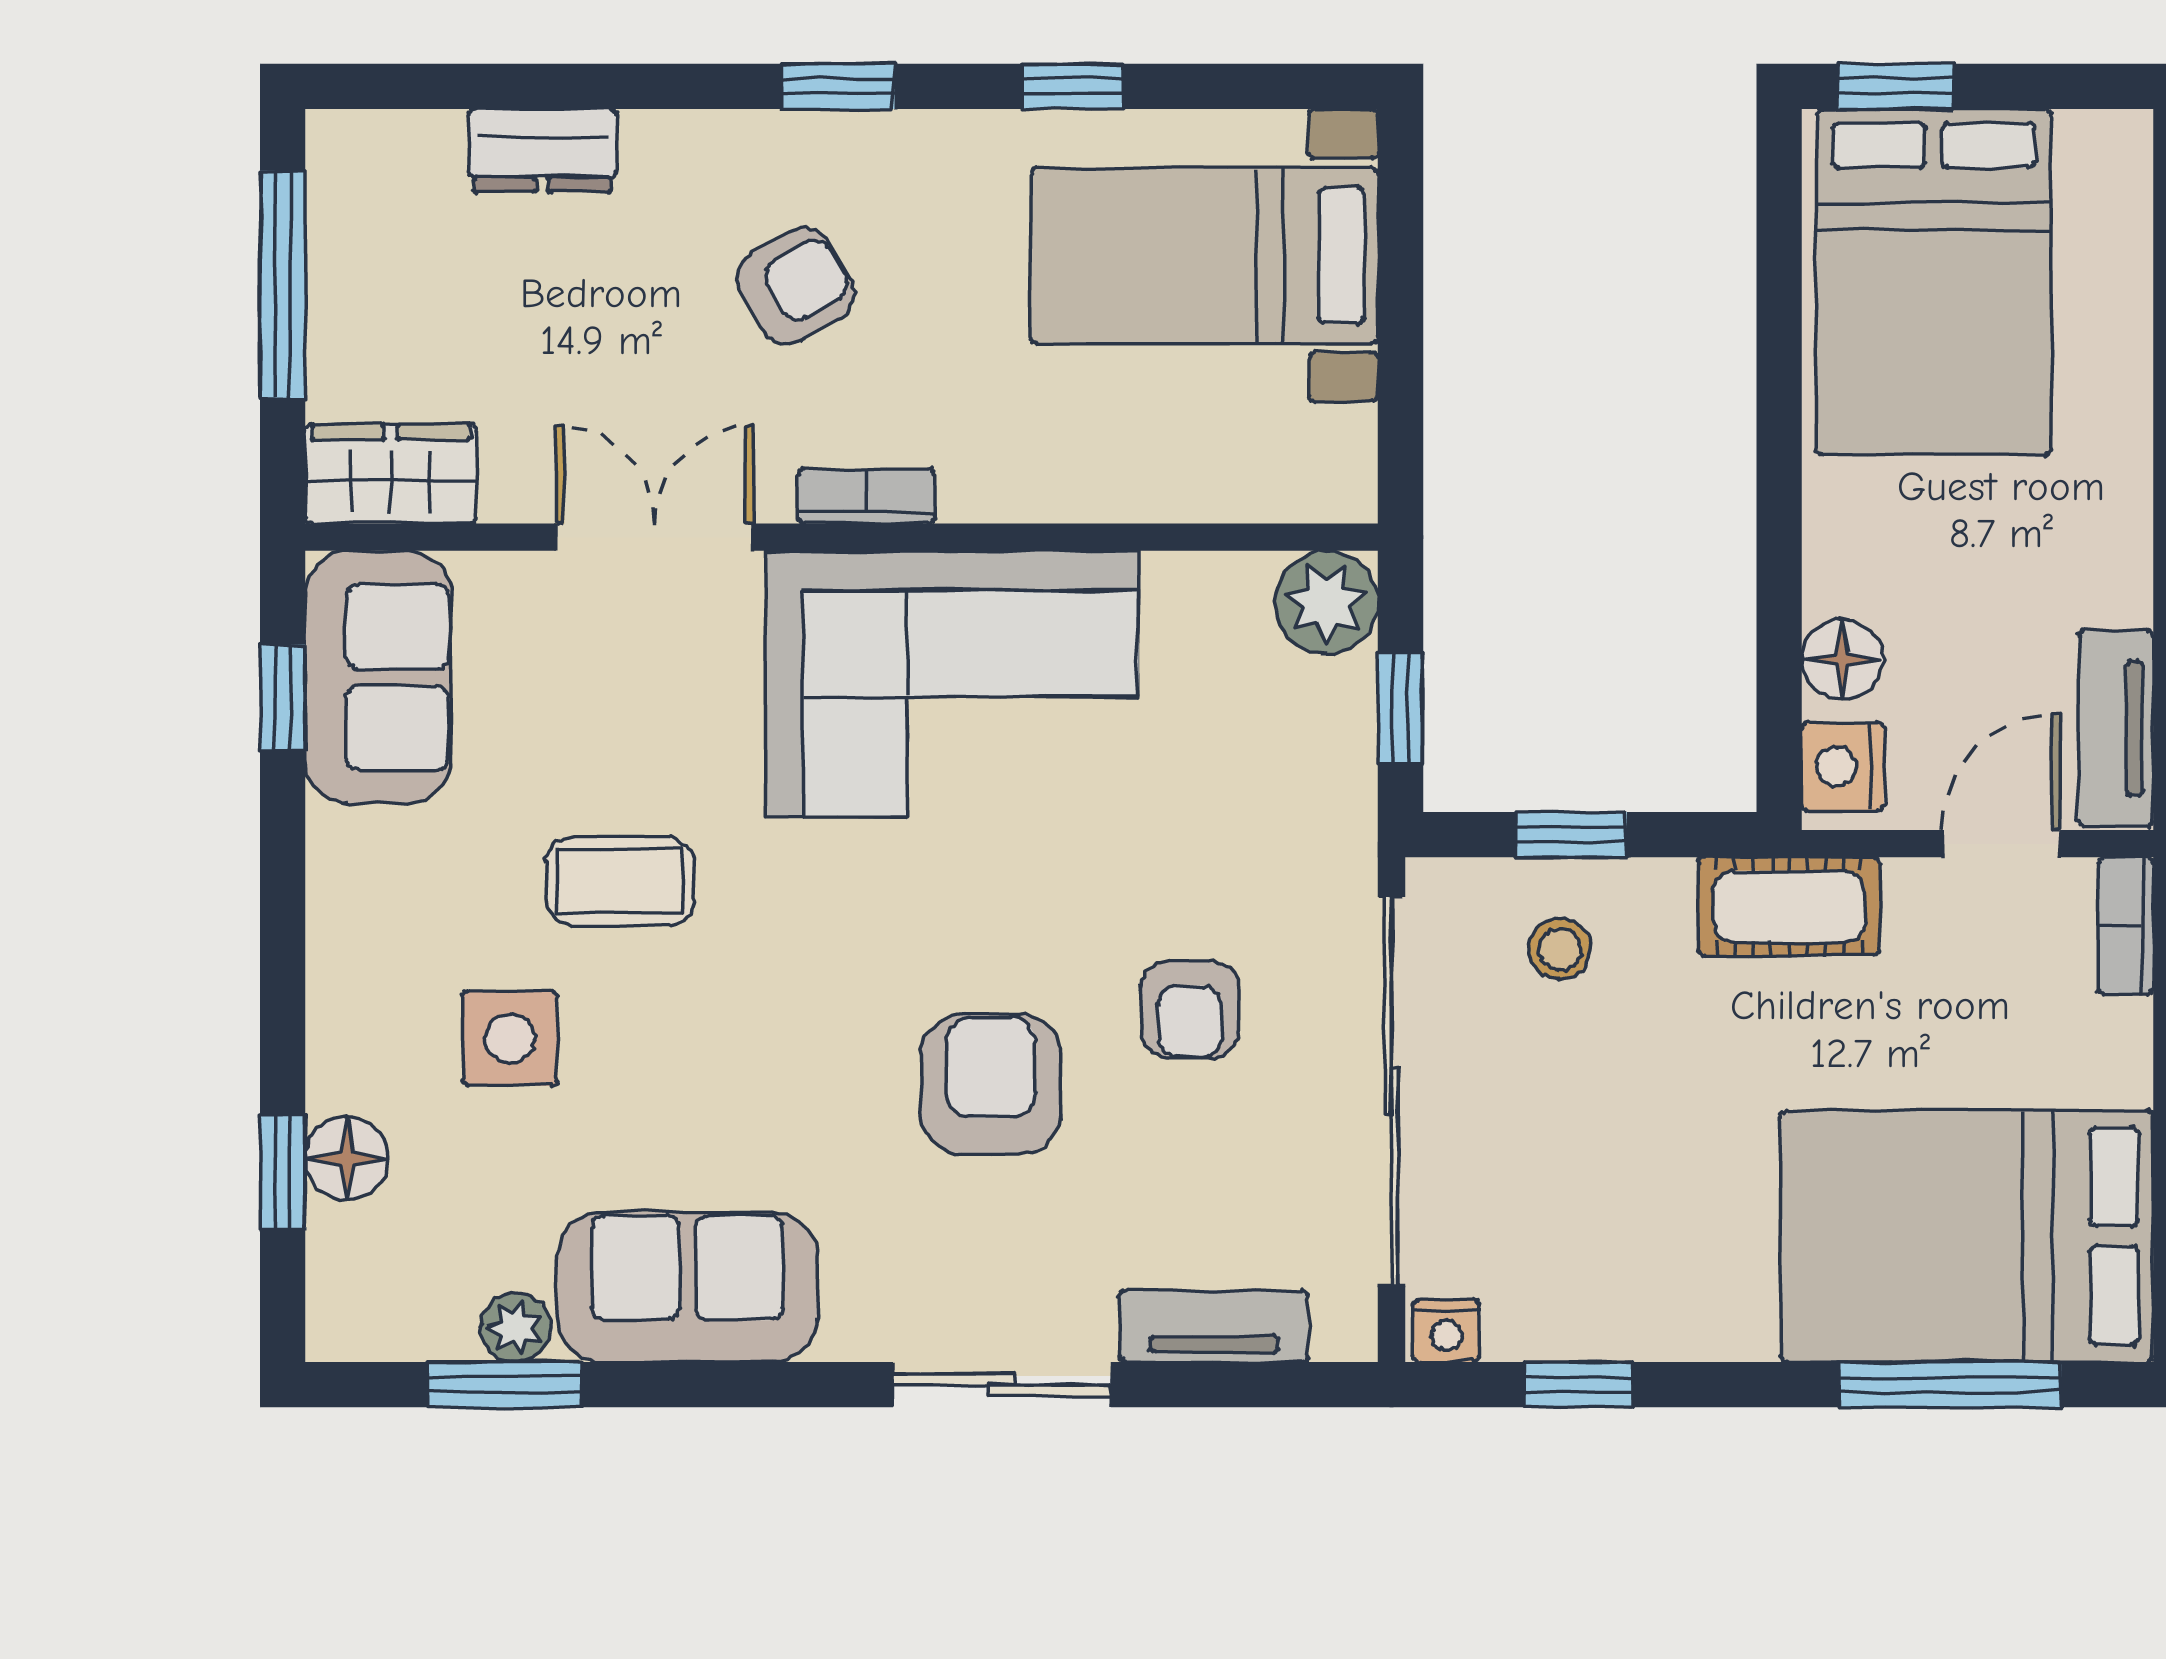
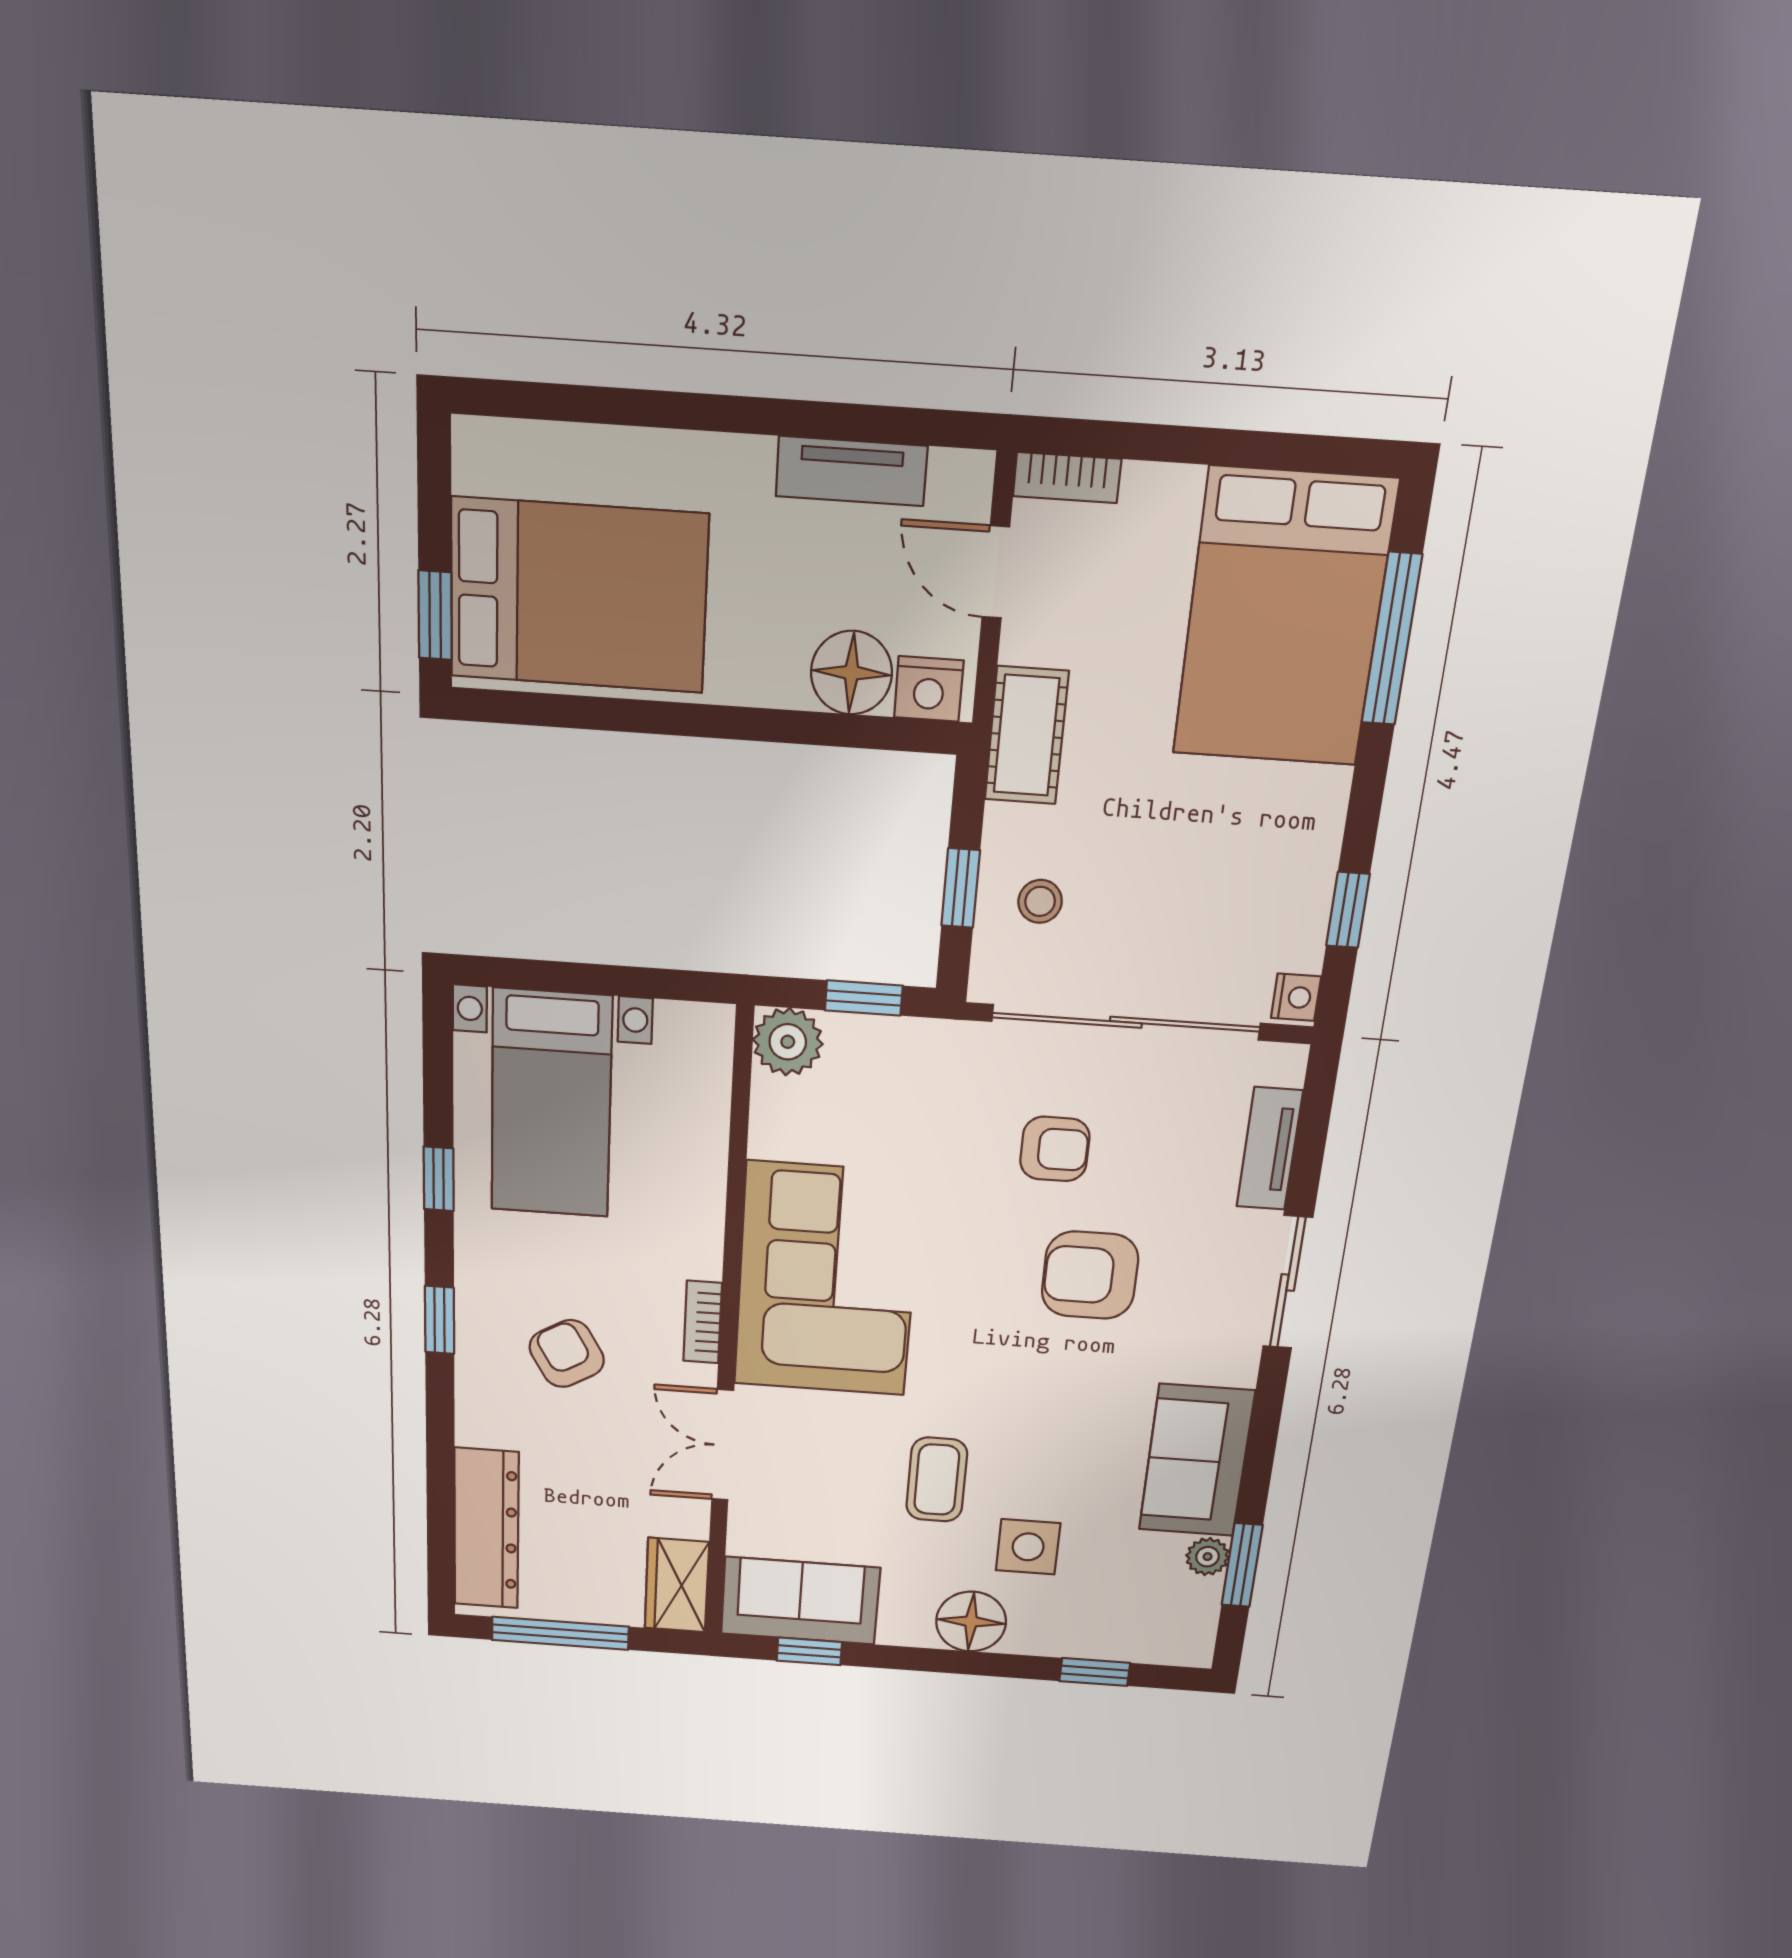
dresser: (542, 151) -> (486, 1529), width x1.96, depth x1.24
floor lamp: (1842, 659) -> (851, 673), width x1.38, depth x1.38
tv unit: (2116, 728) -> (851, 471), moved
floor lamp: (347, 1158) -> (971, 1622), moved, width x1.38, depth x1.38

